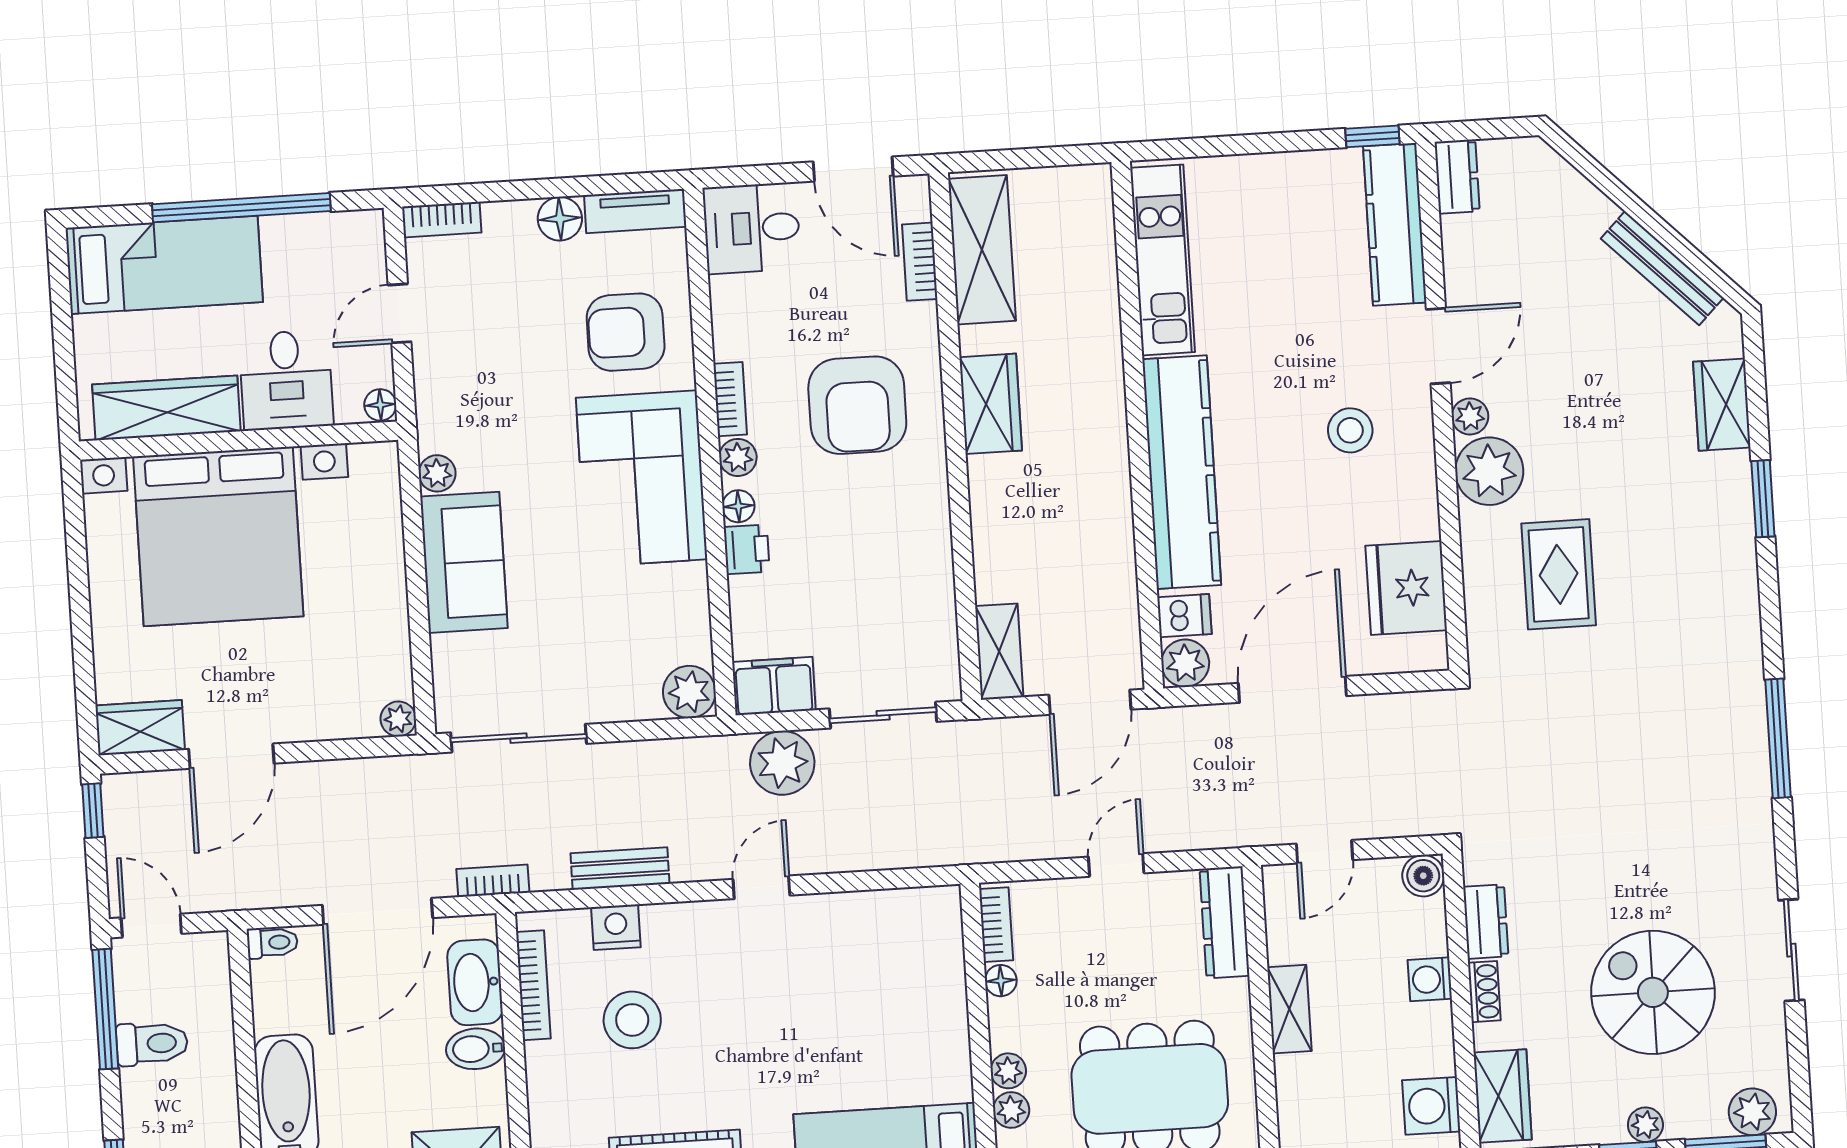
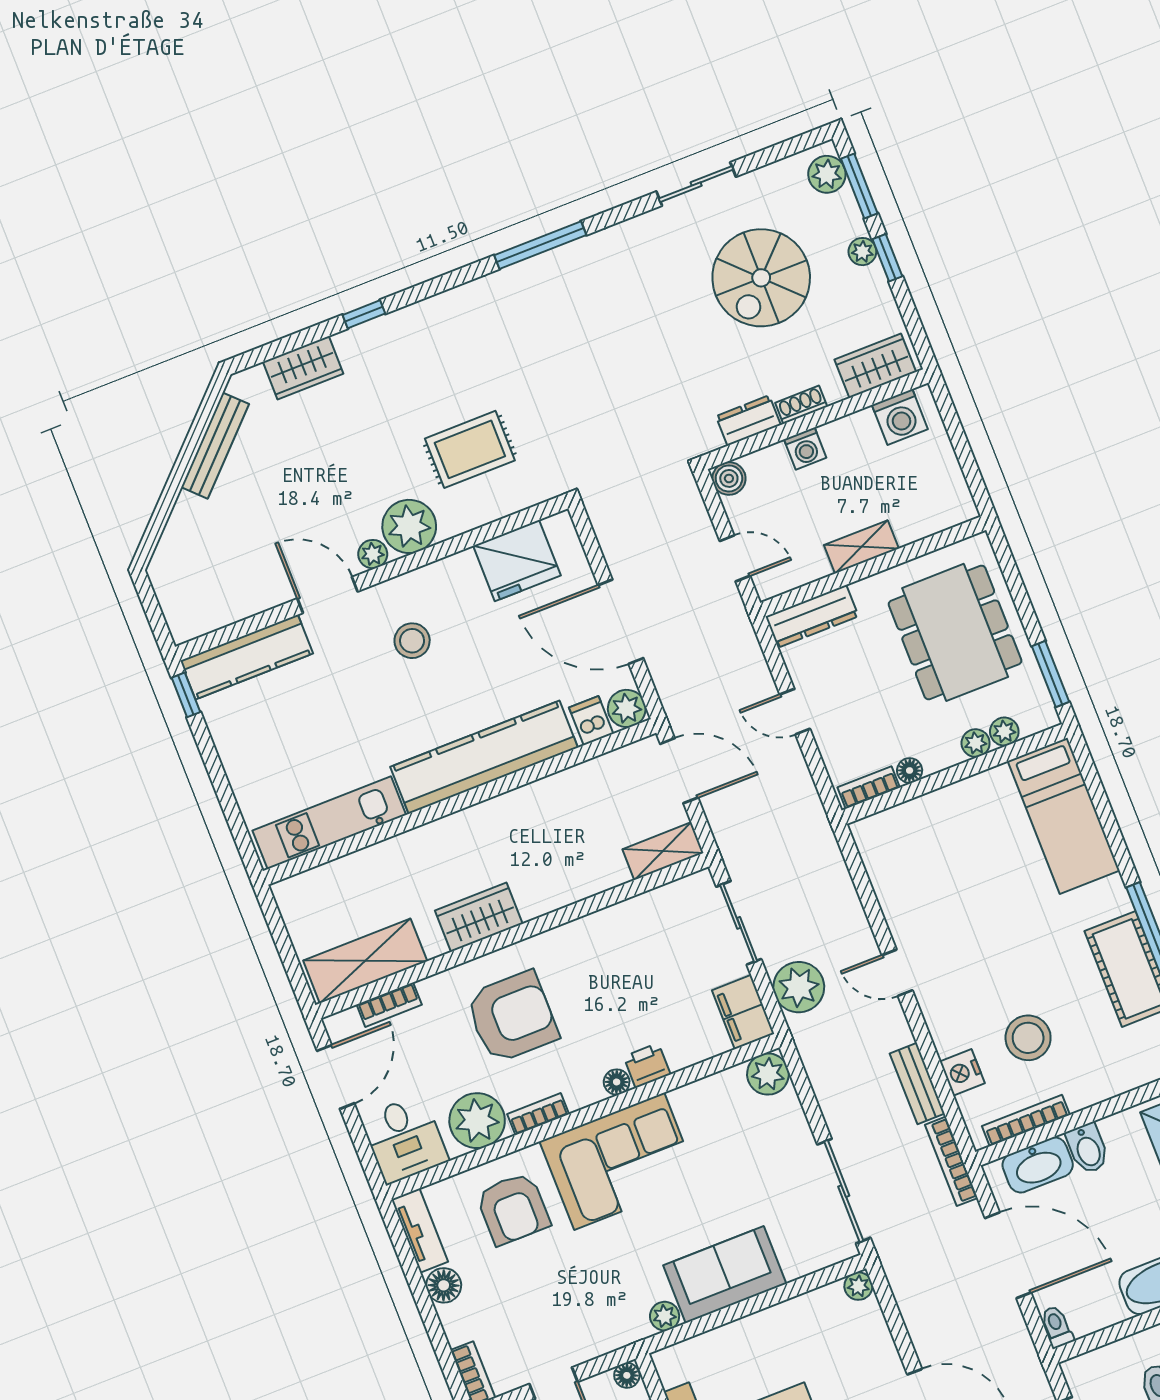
dresser: (1457, 177) -> (196, 622), removed
plant: (738, 457) -> (477, 1121), moved, width x1.87, depth x1.87
window: (1763, 499) -> (364, 314), width x0.67
bookcase: (493, 881) -> (951, 1161), width x1.56

